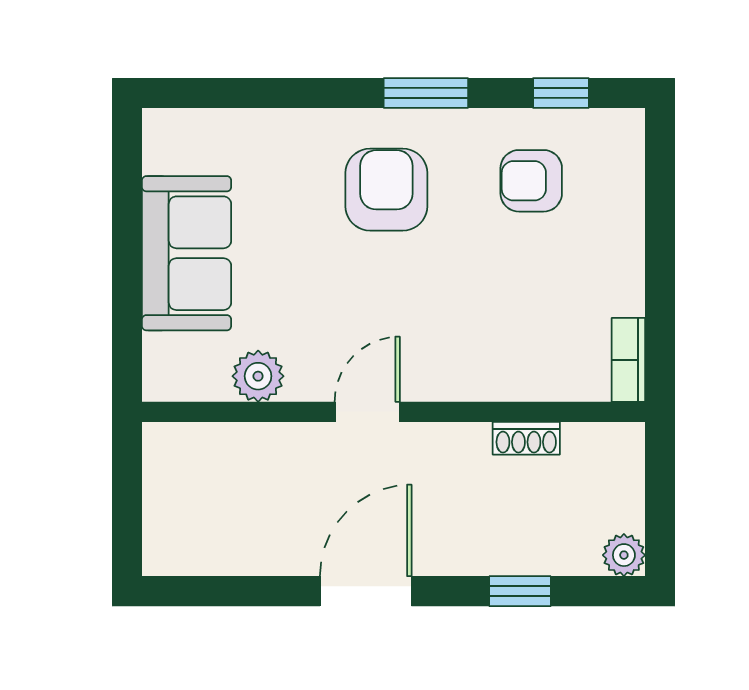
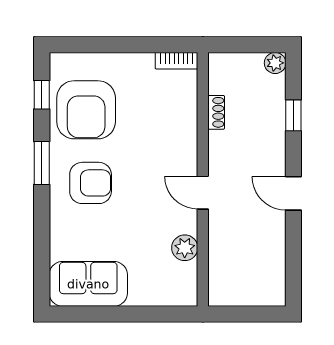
armchair: (531, 181) -> (86, 110), width x1.88, depth x1.88
armchair: (386, 190) -> (91, 183), turned 180
sofa: (187, 253) -> (88, 284), moved
door: (366, 591) -> (293, 193), width x0.73

